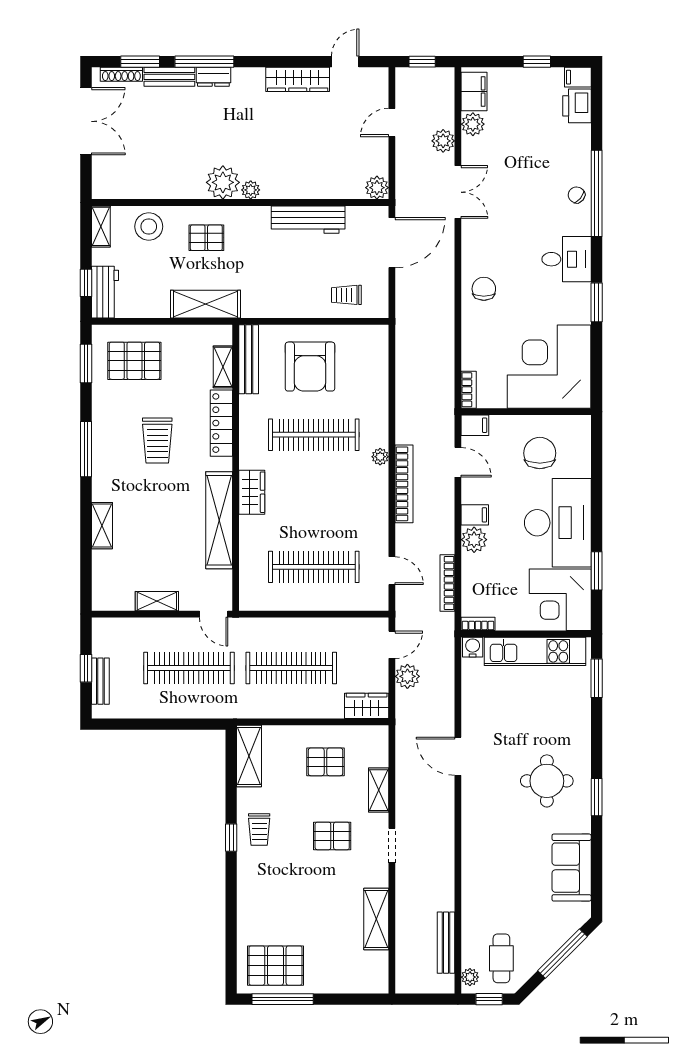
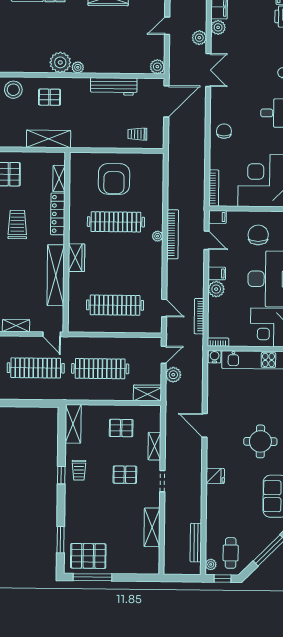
bench: (249, 359) -> (75, 174), removed
bookcase: (469, 390) -> (214, 188), width x1.56
trolley: (157, 440) -> (17, 224), turned 180
bookcase: (404, 484) -> (173, 234), moved
fridge: (476, 836) -> (215, 476), added
window: (231, 940) -> (61, 540), added

